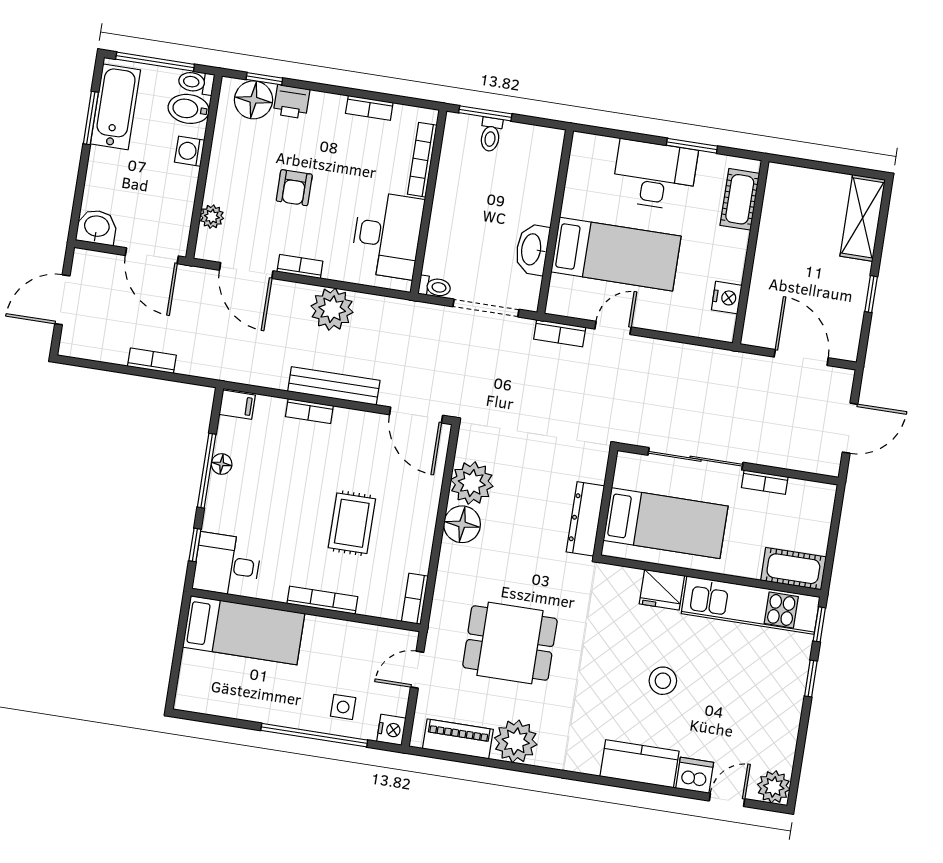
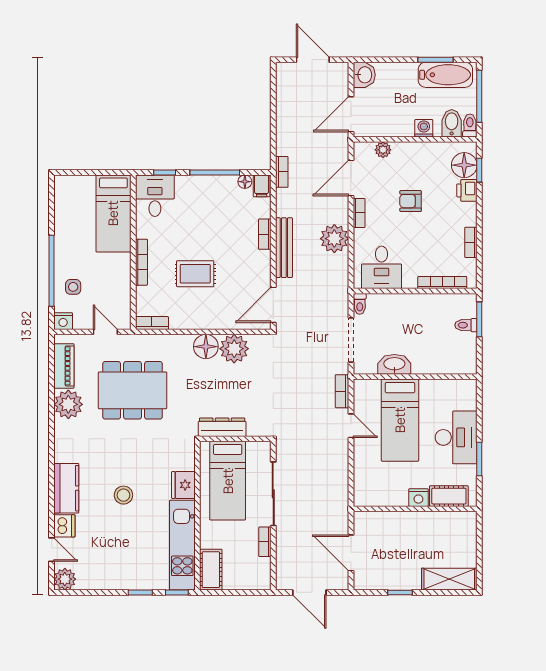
desk: (387, 235) -> (382, 267), width x0.73
nightstand: (727, 298) -> (418, 498), moved
door: (801, 357) -> (351, 553), swing flipped
bookcase: (152, 361) -> (282, 172), moved
floor lamp: (222, 464) -> (245, 182), moved
dining table: (510, 643) -> (133, 390), width x1.38

